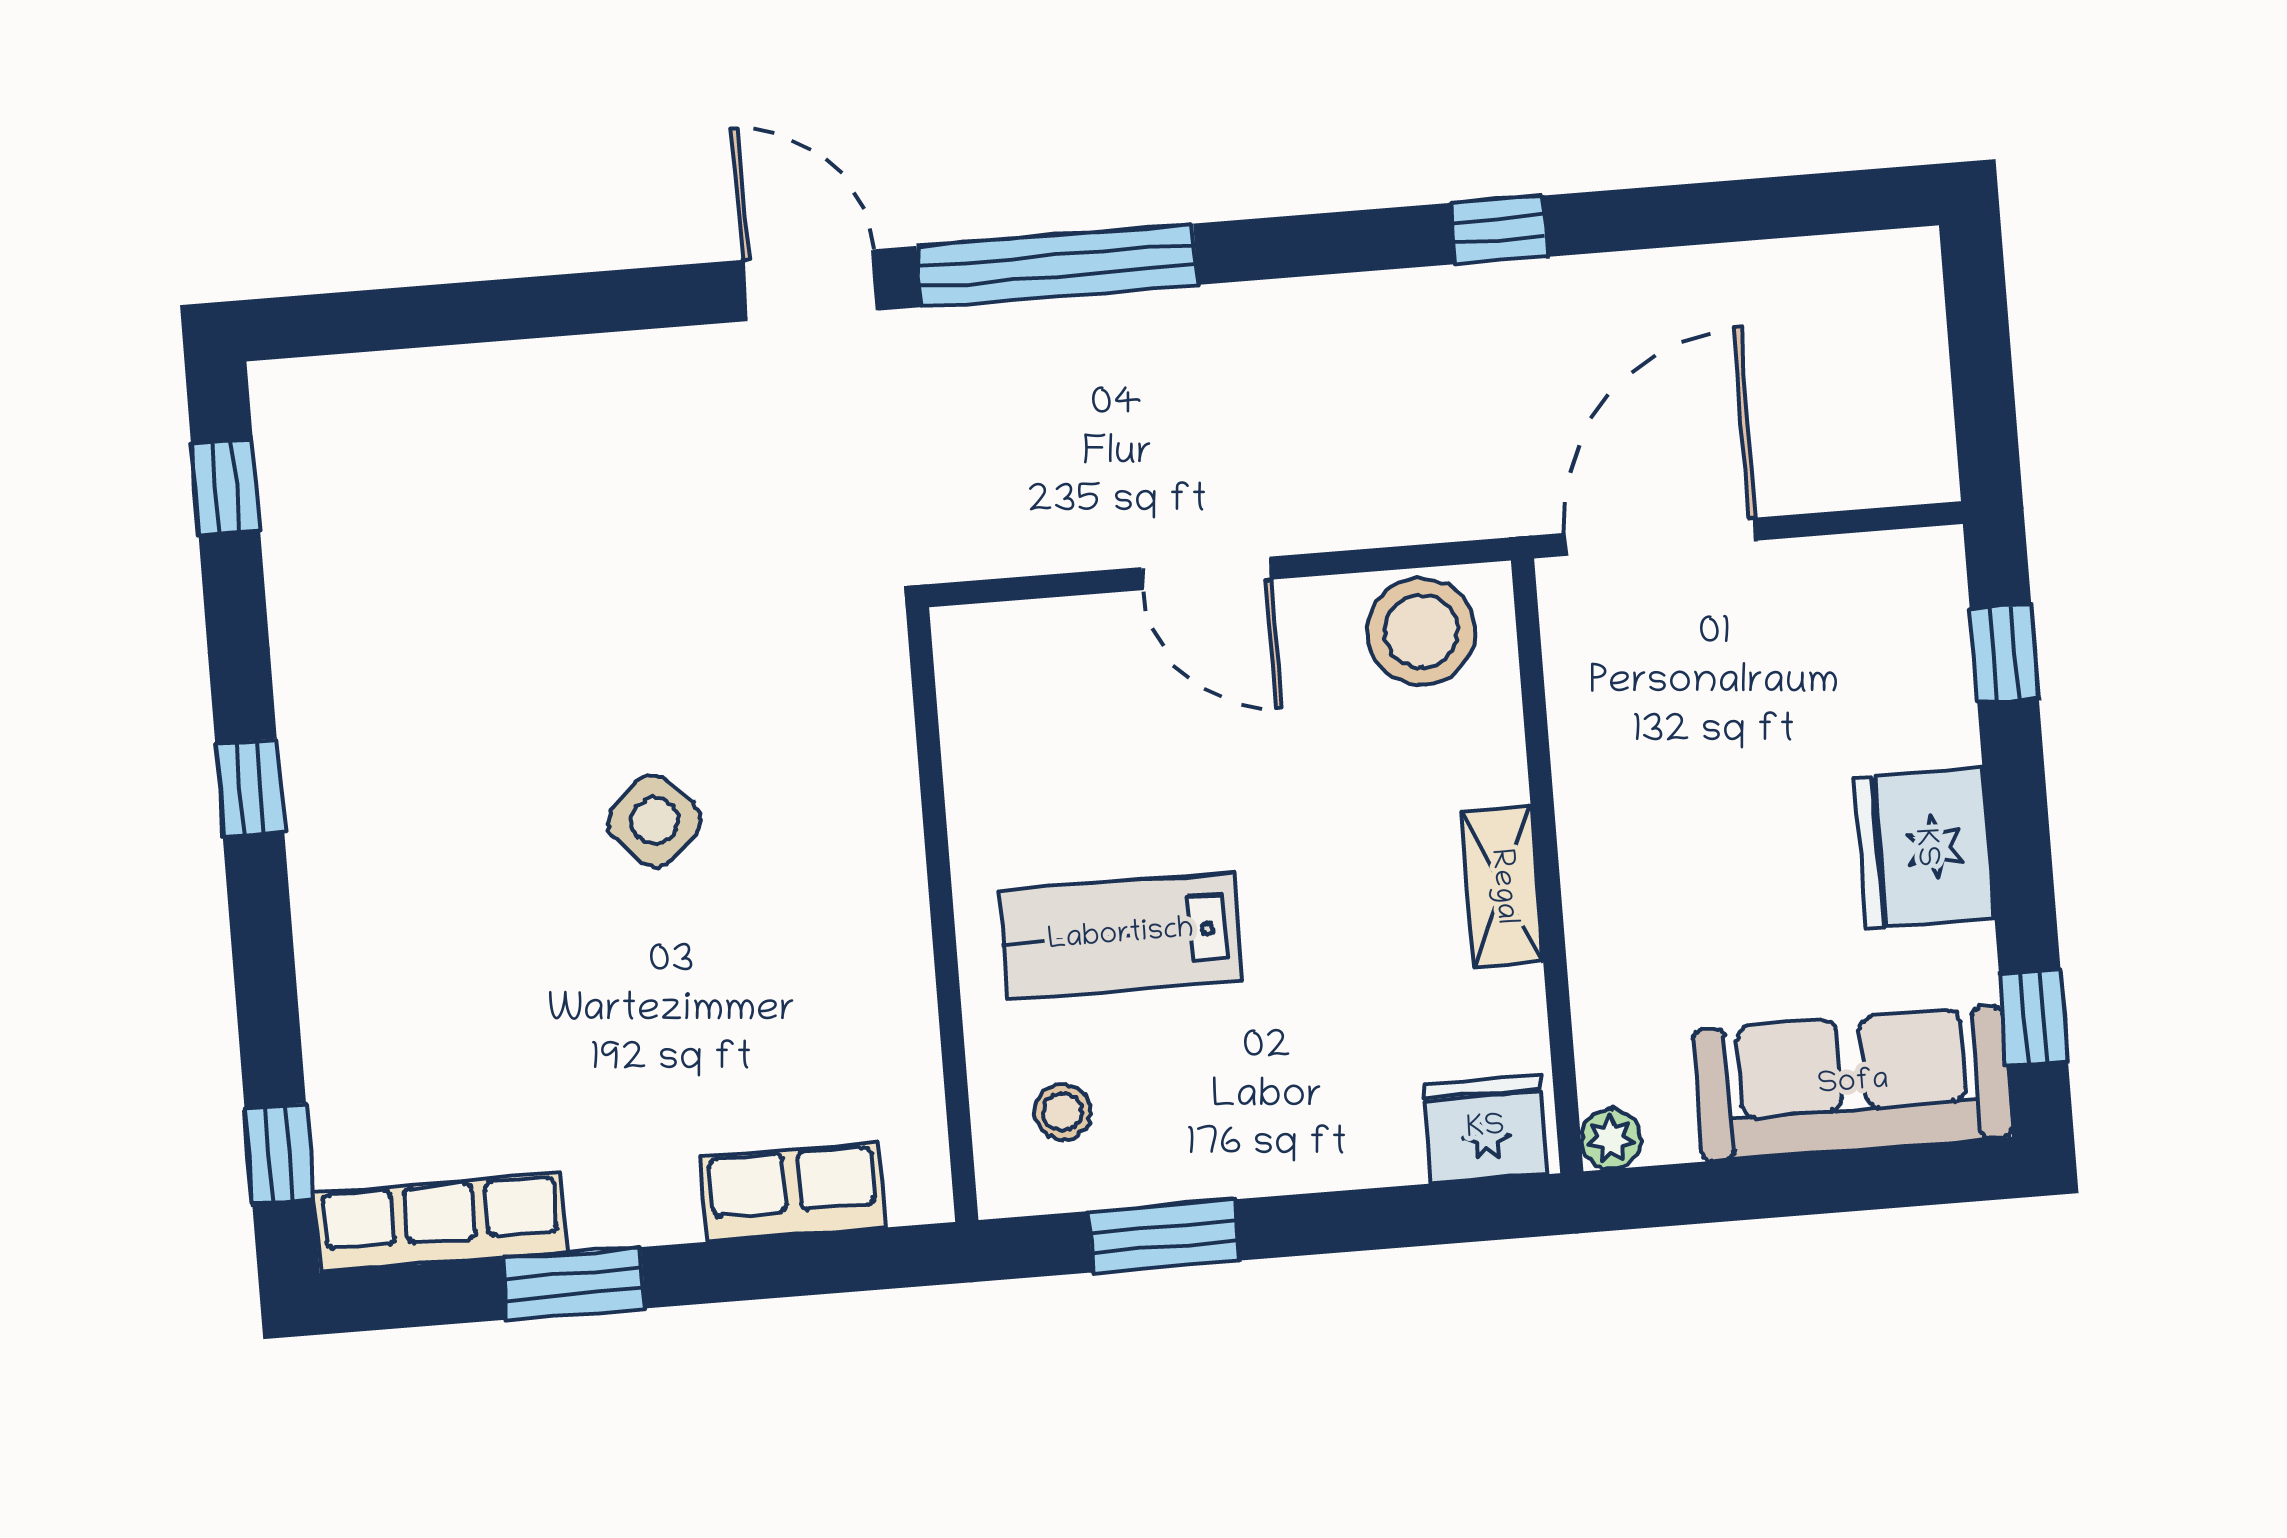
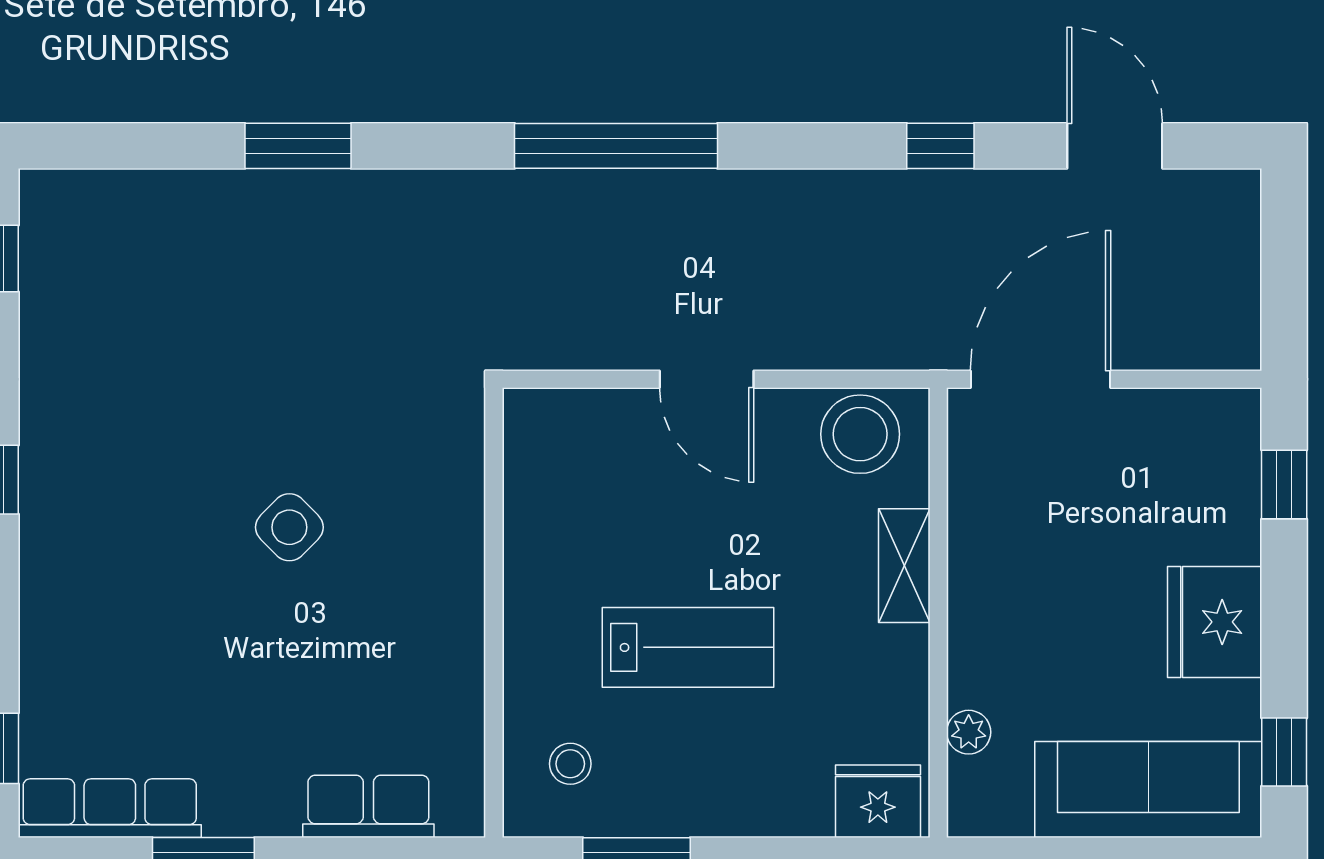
door: (810, 285) -> (1115, 146), moved
window: (624, 300) -> (298, 146), added
shelving: (1502, 887) -> (904, 566), moved
lab bench: (1121, 936) -> (688, 647), moved, turned 180
plant: (1611, 1139) -> (969, 732), moved

